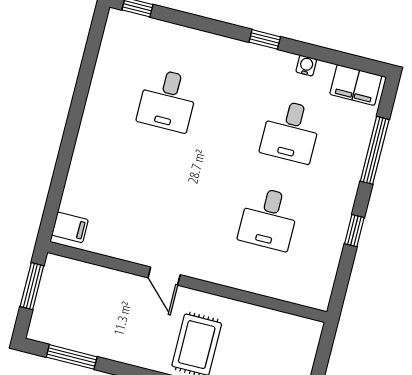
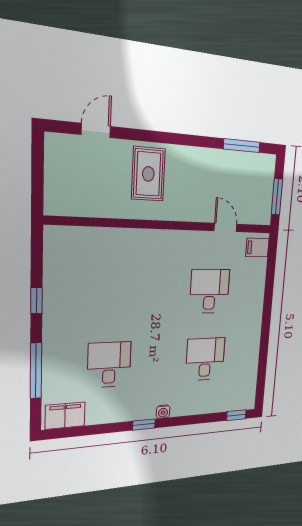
water cooler: (306, 66) -> (163, 412), moved
desk: (269, 219) -> (210, 291), moved
door: (164, 276) -> (226, 227), moved

